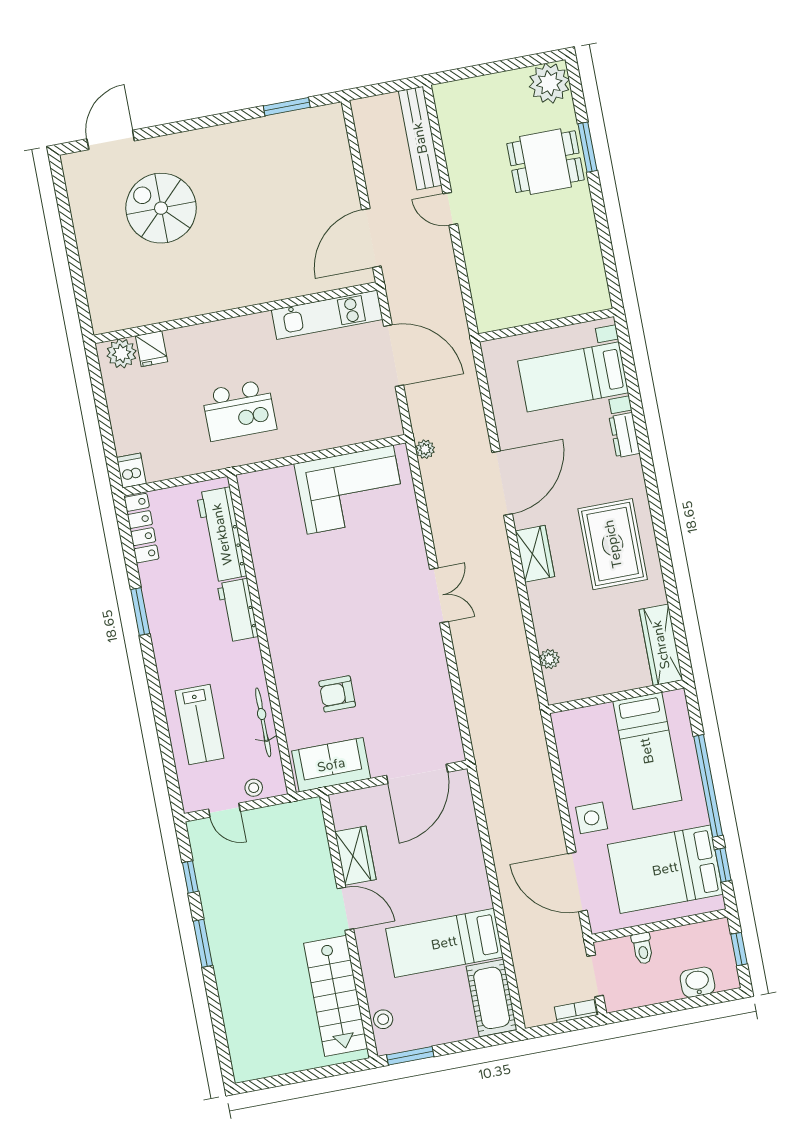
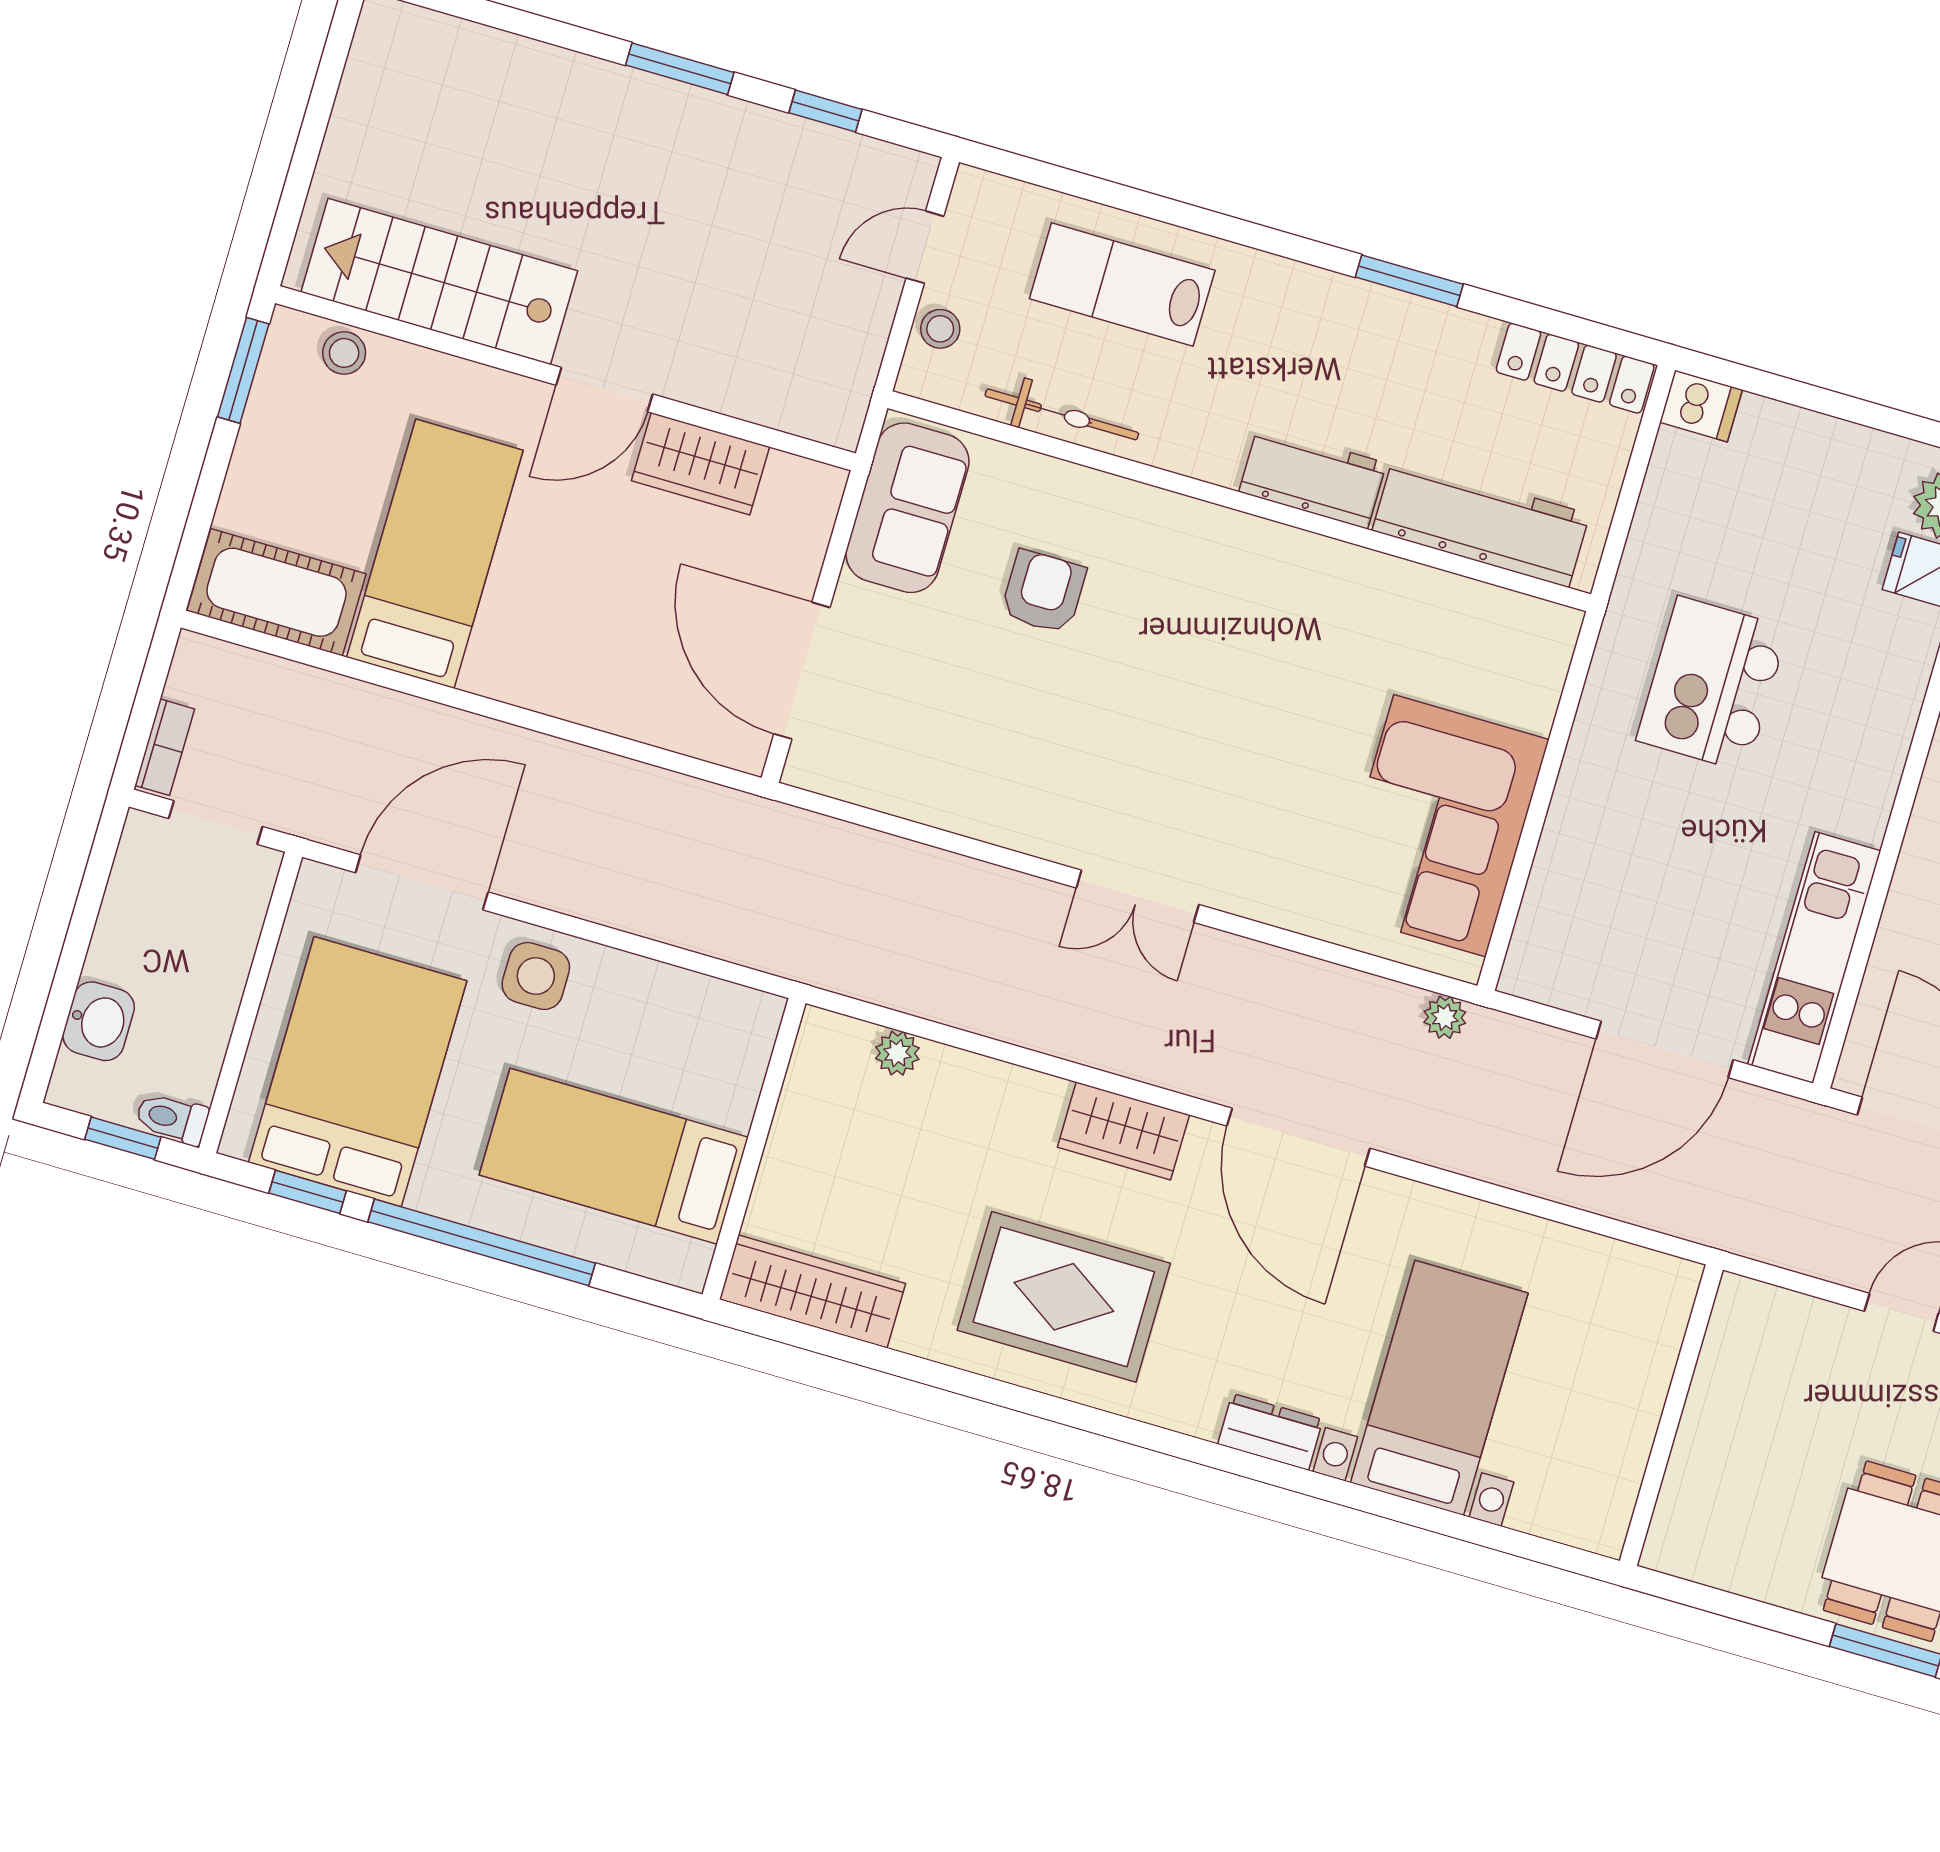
wall: (546, 325) -> (1671, 1415), moved
toilet: (643, 948) -> (172, 1118), moved

